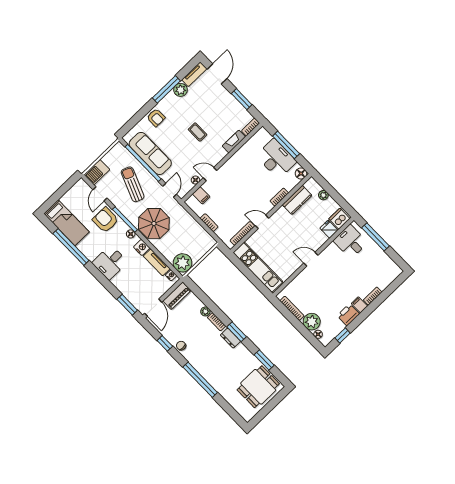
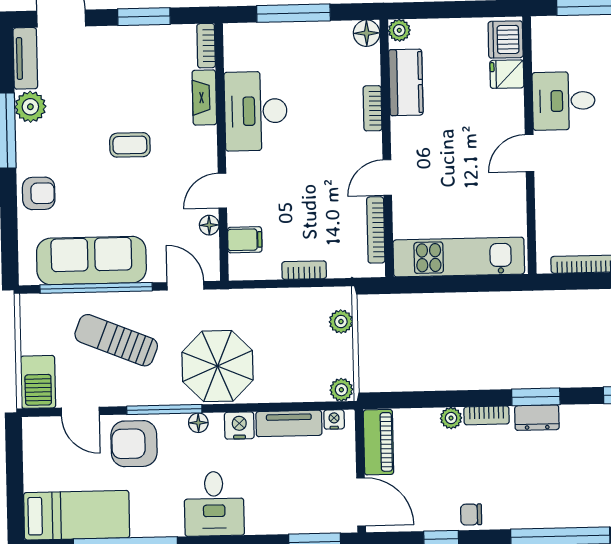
desk: (276, 159) -> (256, 111), moved, turned -90
plant: (323, 195) -> (399, 30), moved
desk: (350, 242) -> (564, 101), moved
plant: (204, 249) -> (341, 322), added
plant: (183, 263) -> (341, 390), width x0.53, depth x0.53

